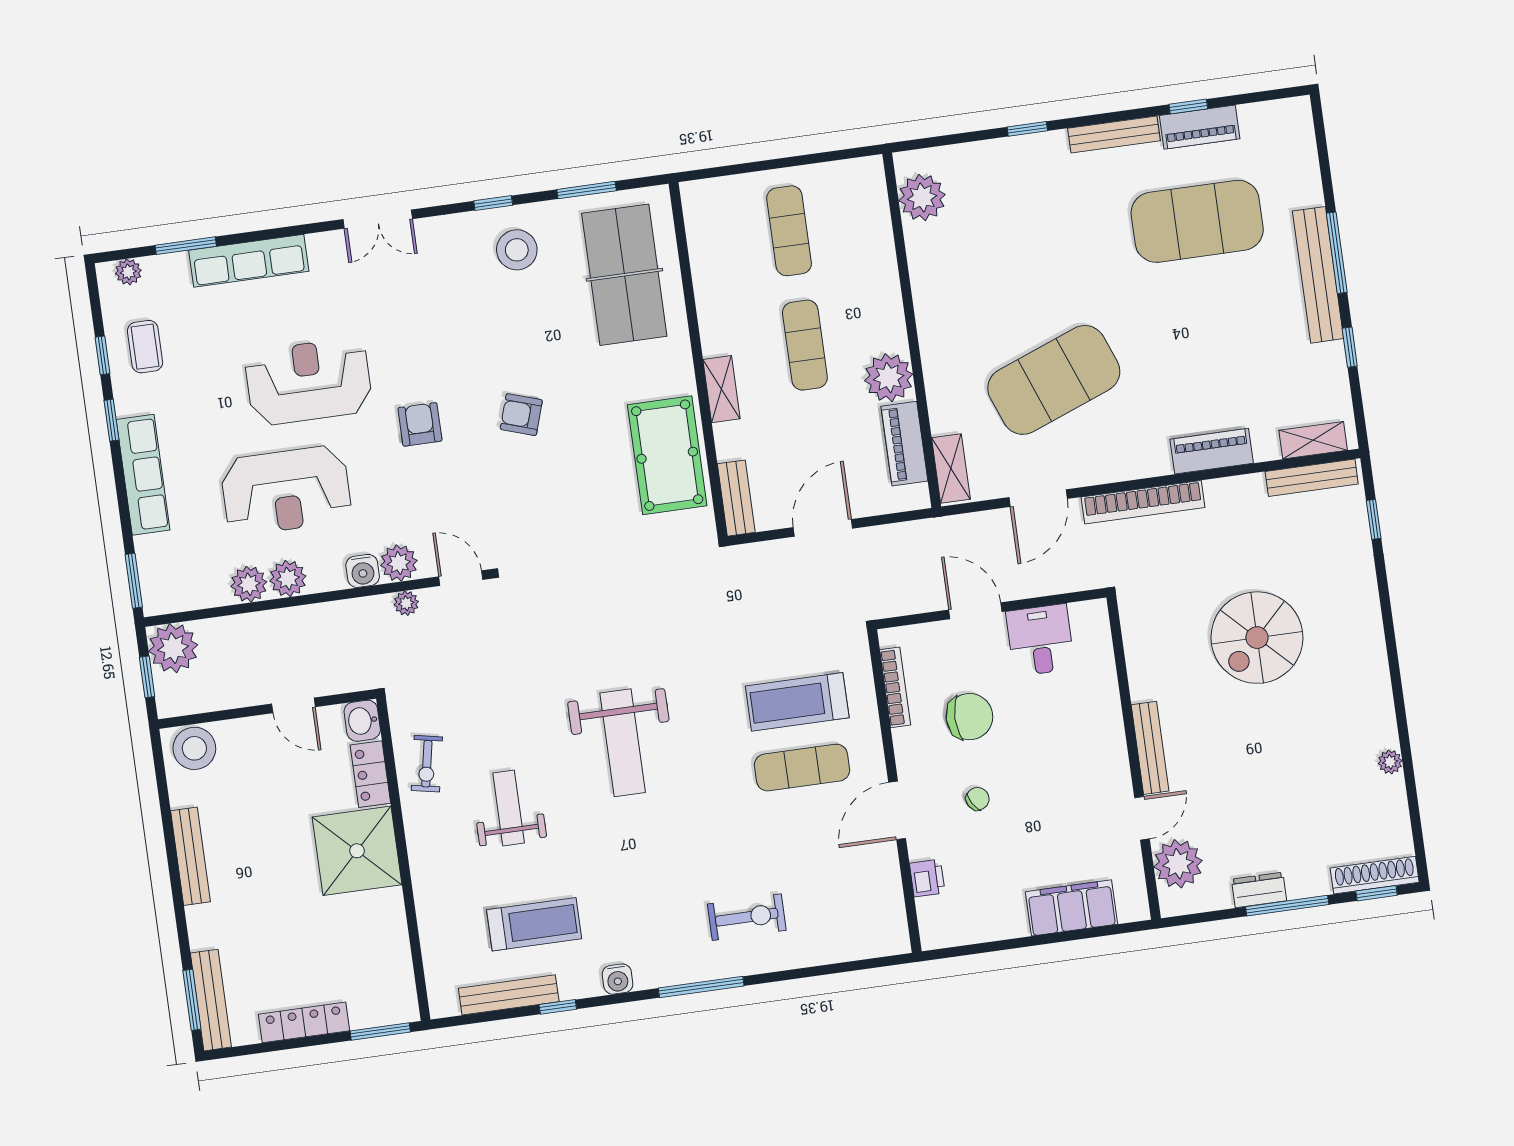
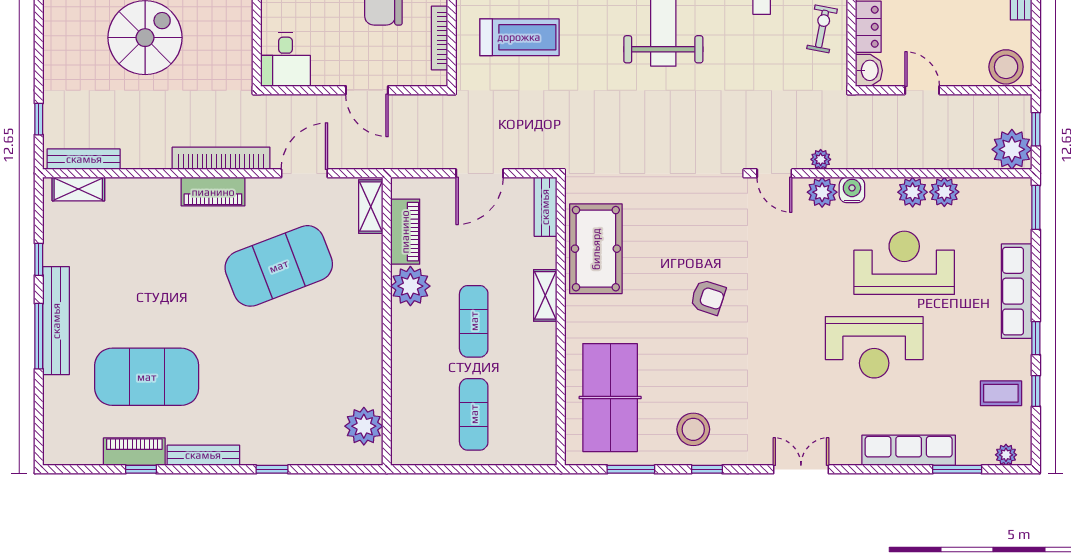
coffee table: (145, 347) -> (1001, 393), turned 90
armchair: (420, 424) -> (790, 301), removed
piano: (1212, 451) -> (213, 192), moved
desk: (1040, 640) -> (286, 60), moved

